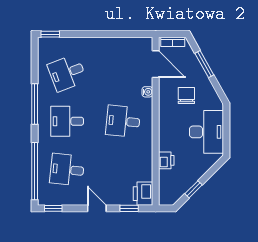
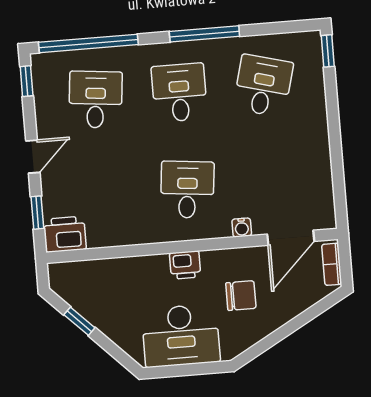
window: (204, 64) -> (298, 322), removed
desk: (67, 73) -> (263, 86), turned 36
printer: (166, 160) -> (185, 265), moved

